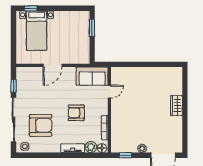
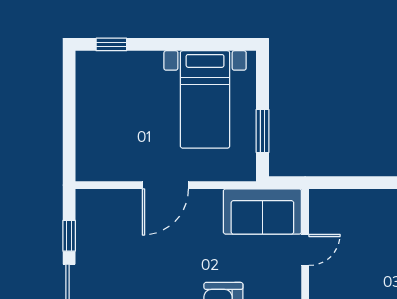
window: (92, 28) -> (263, 131), moved
bed with nightstands: (37, 31) -> (205, 99), moved

